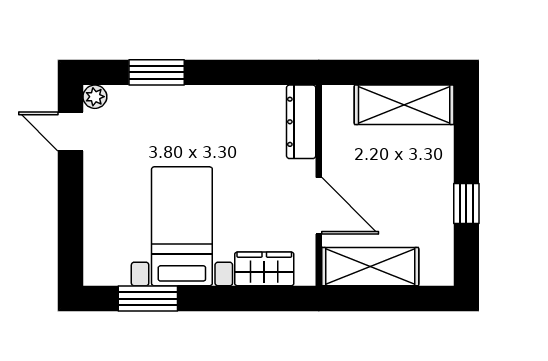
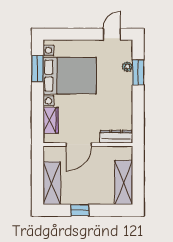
plant: (95, 97) -> (127, 67), moved
bed with nightstands: (182, 226) -> (70, 76), width x1.36
shelving: (370, 267) -> (52, 183), moved

